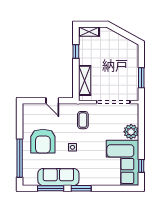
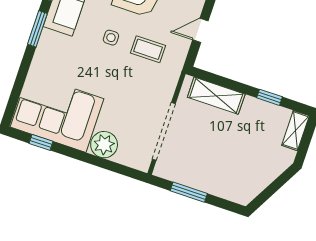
coffee table: (83, 120) -> (148, 49), moved

